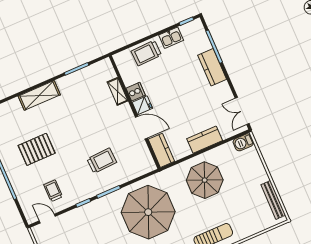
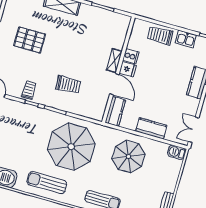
shelving: (118, 91) -> (114, 61), moved
trolley: (53, 191) -> (29, 90), moved

